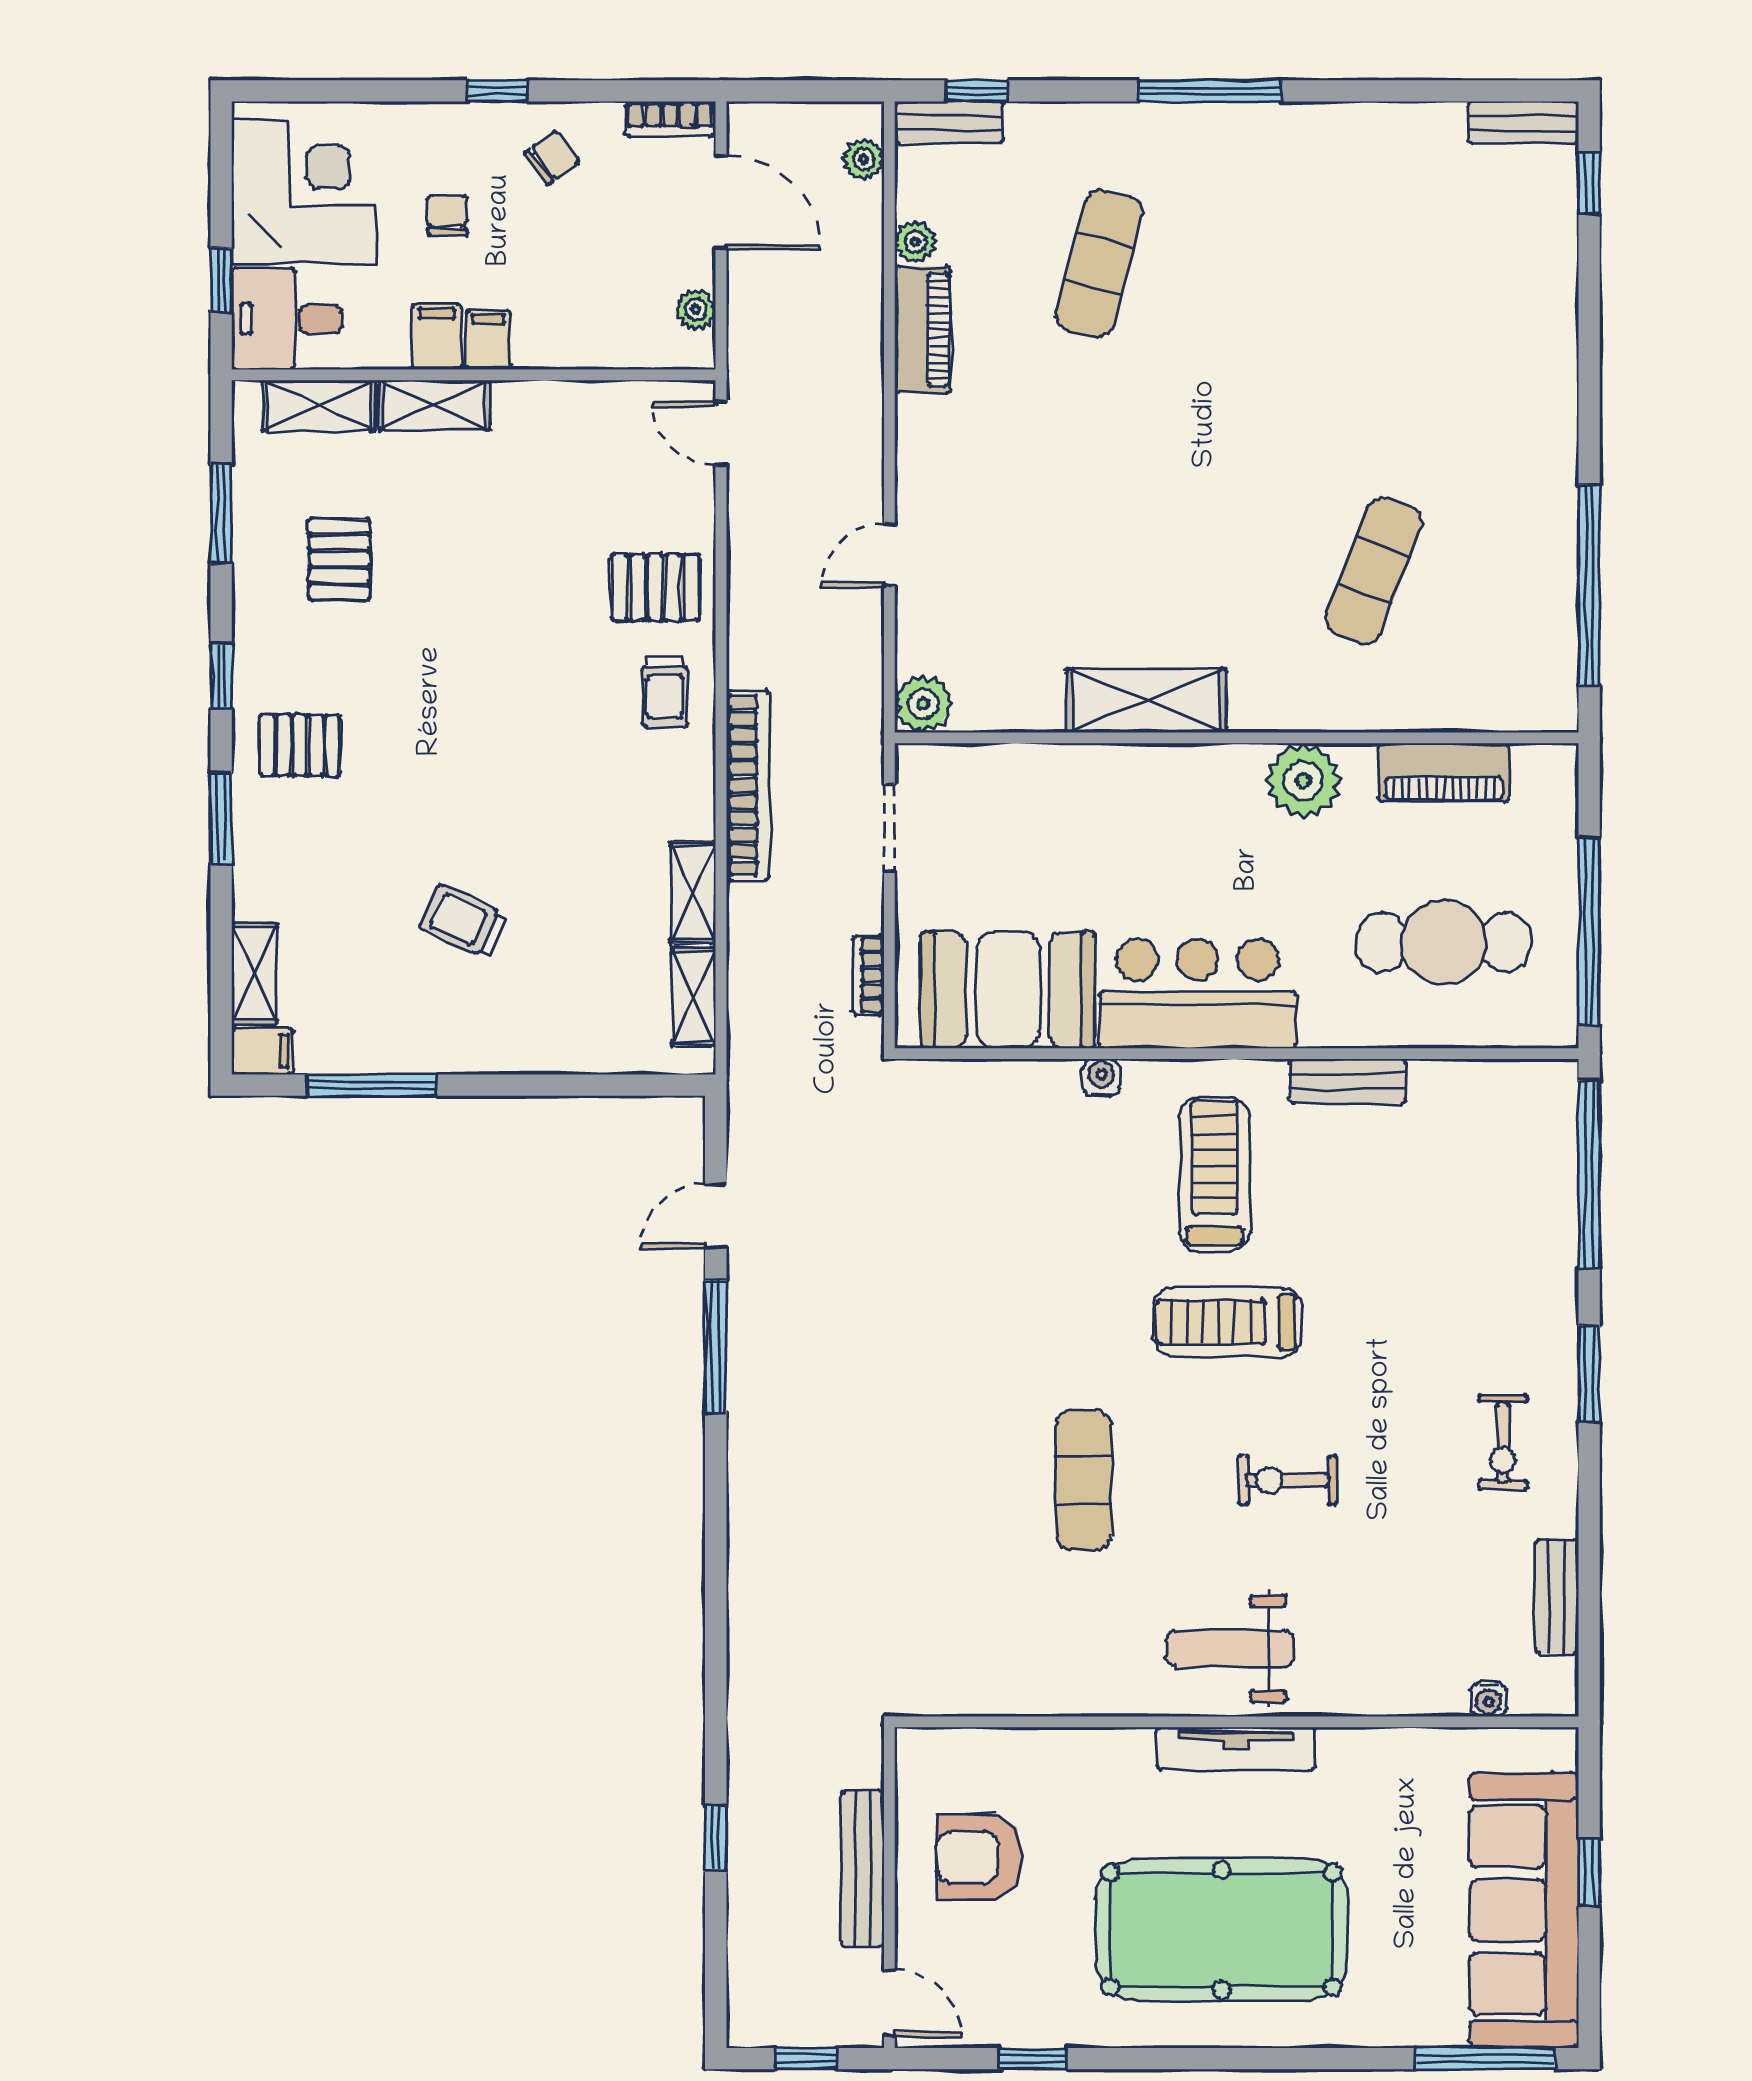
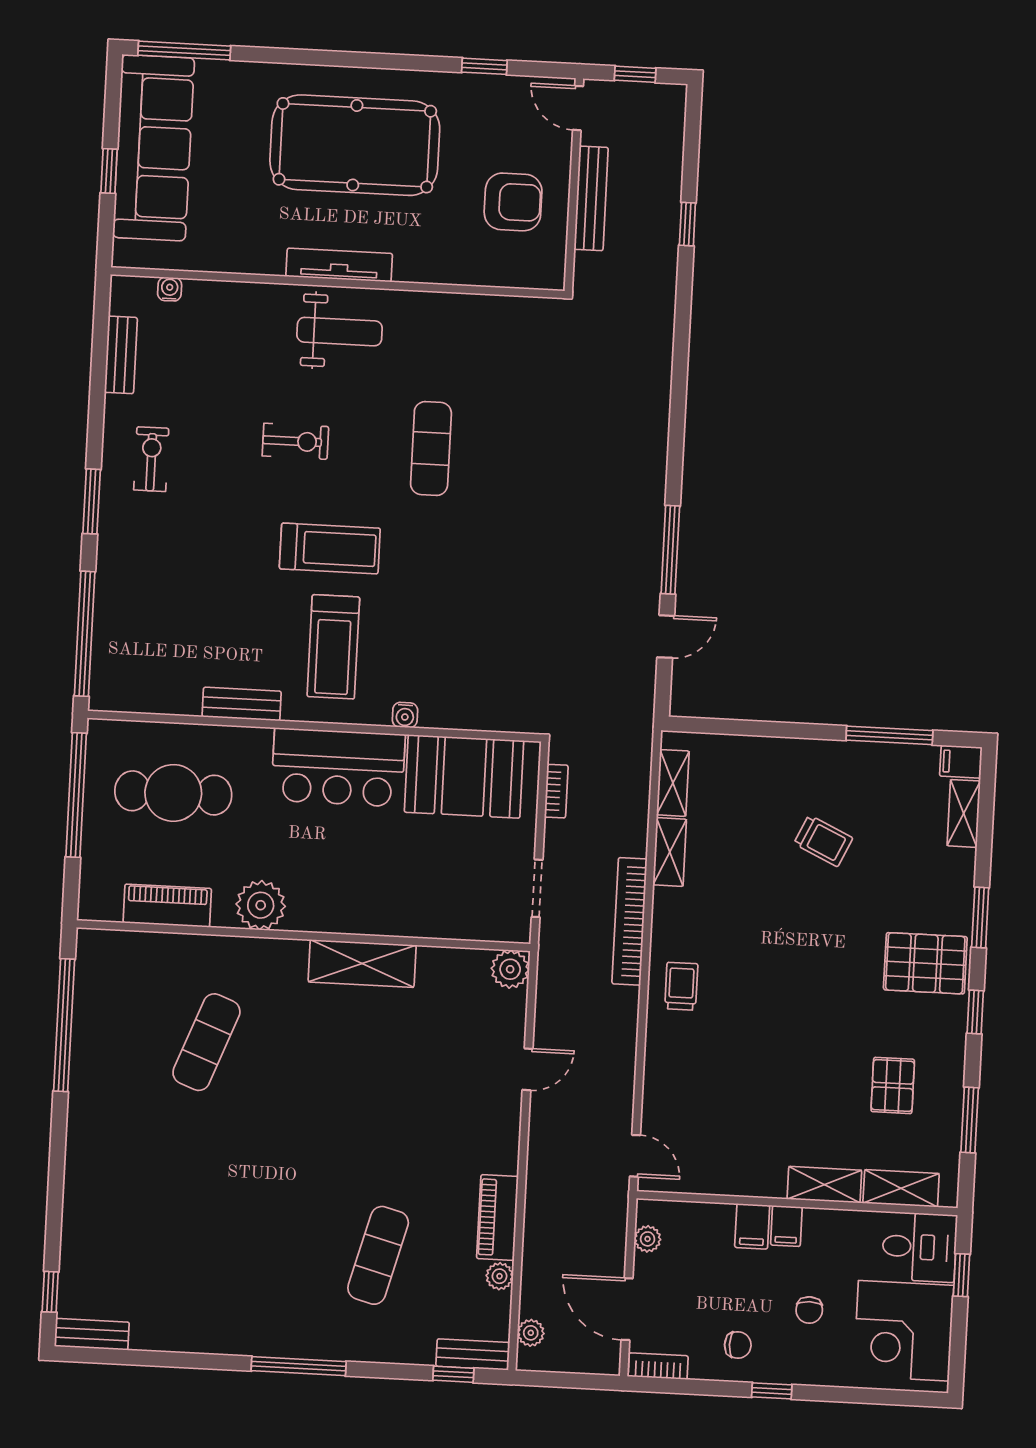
chair: (552, 157) -> (738, 1345), turned -143
filing cabinet: (437, 337) -> (752, 1226), moved
pallet: (655, 588) -> (684, 1056), removed
pallet: (300, 745) -> (925, 963), width x1.50, depth x1.42

